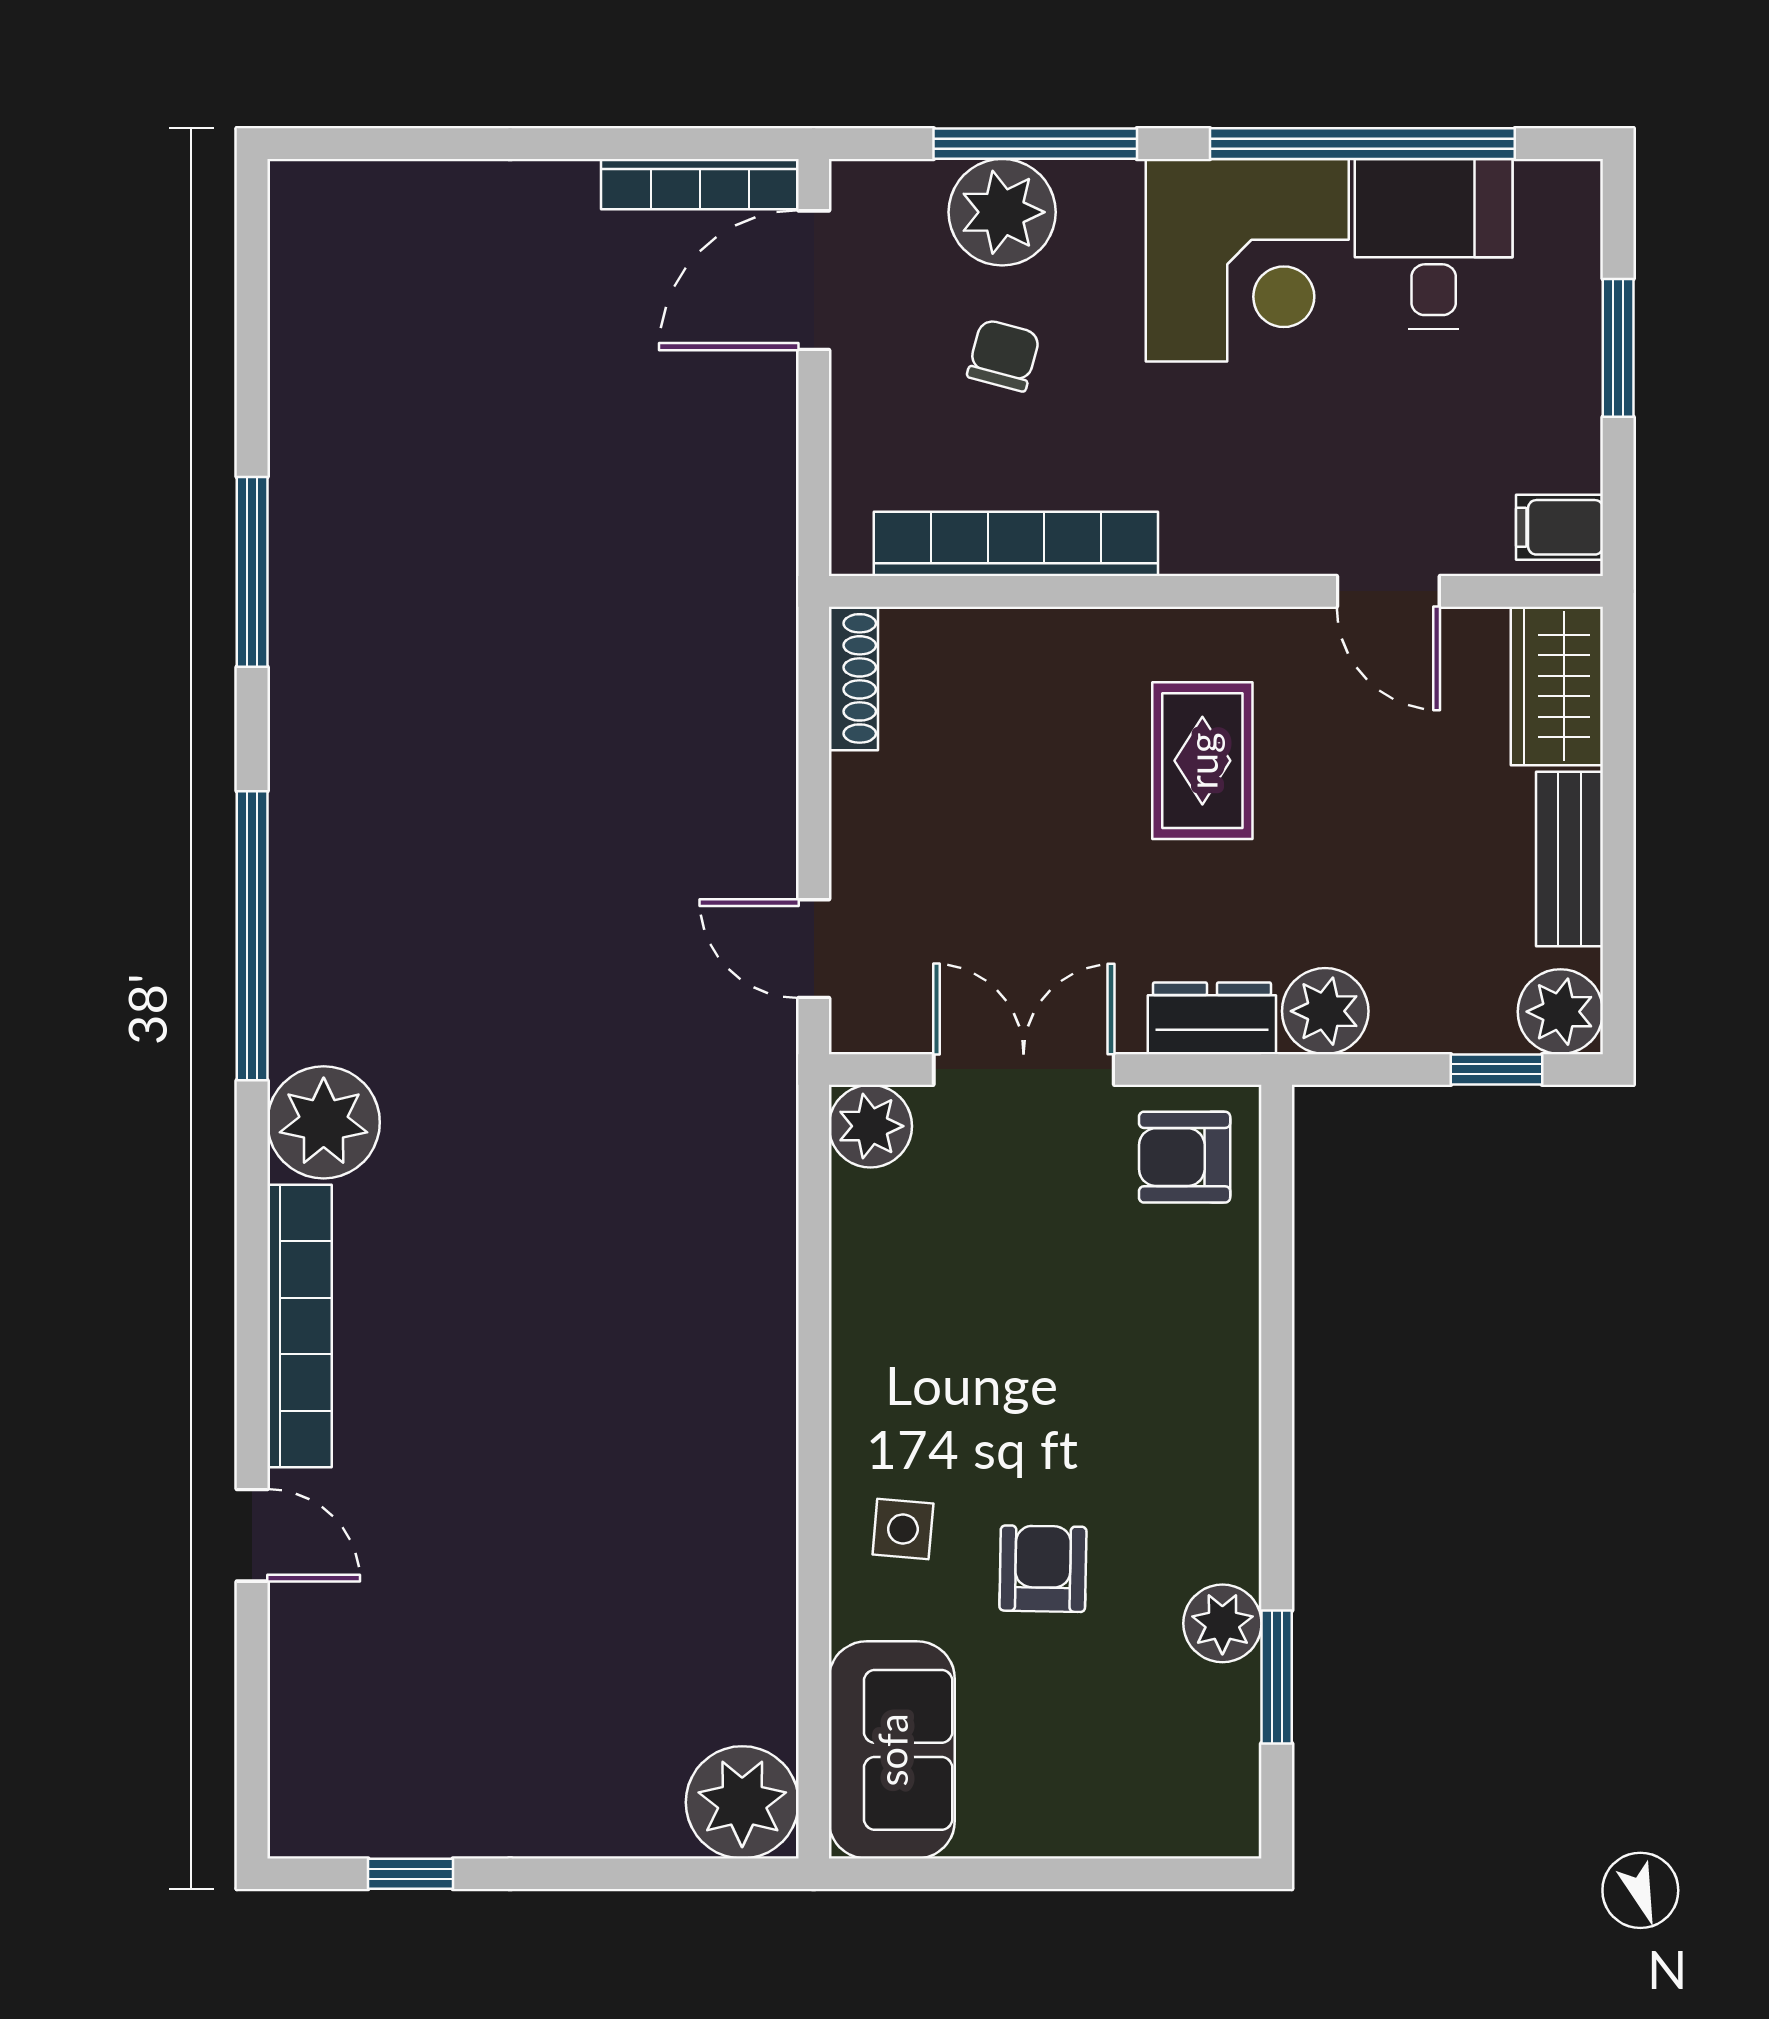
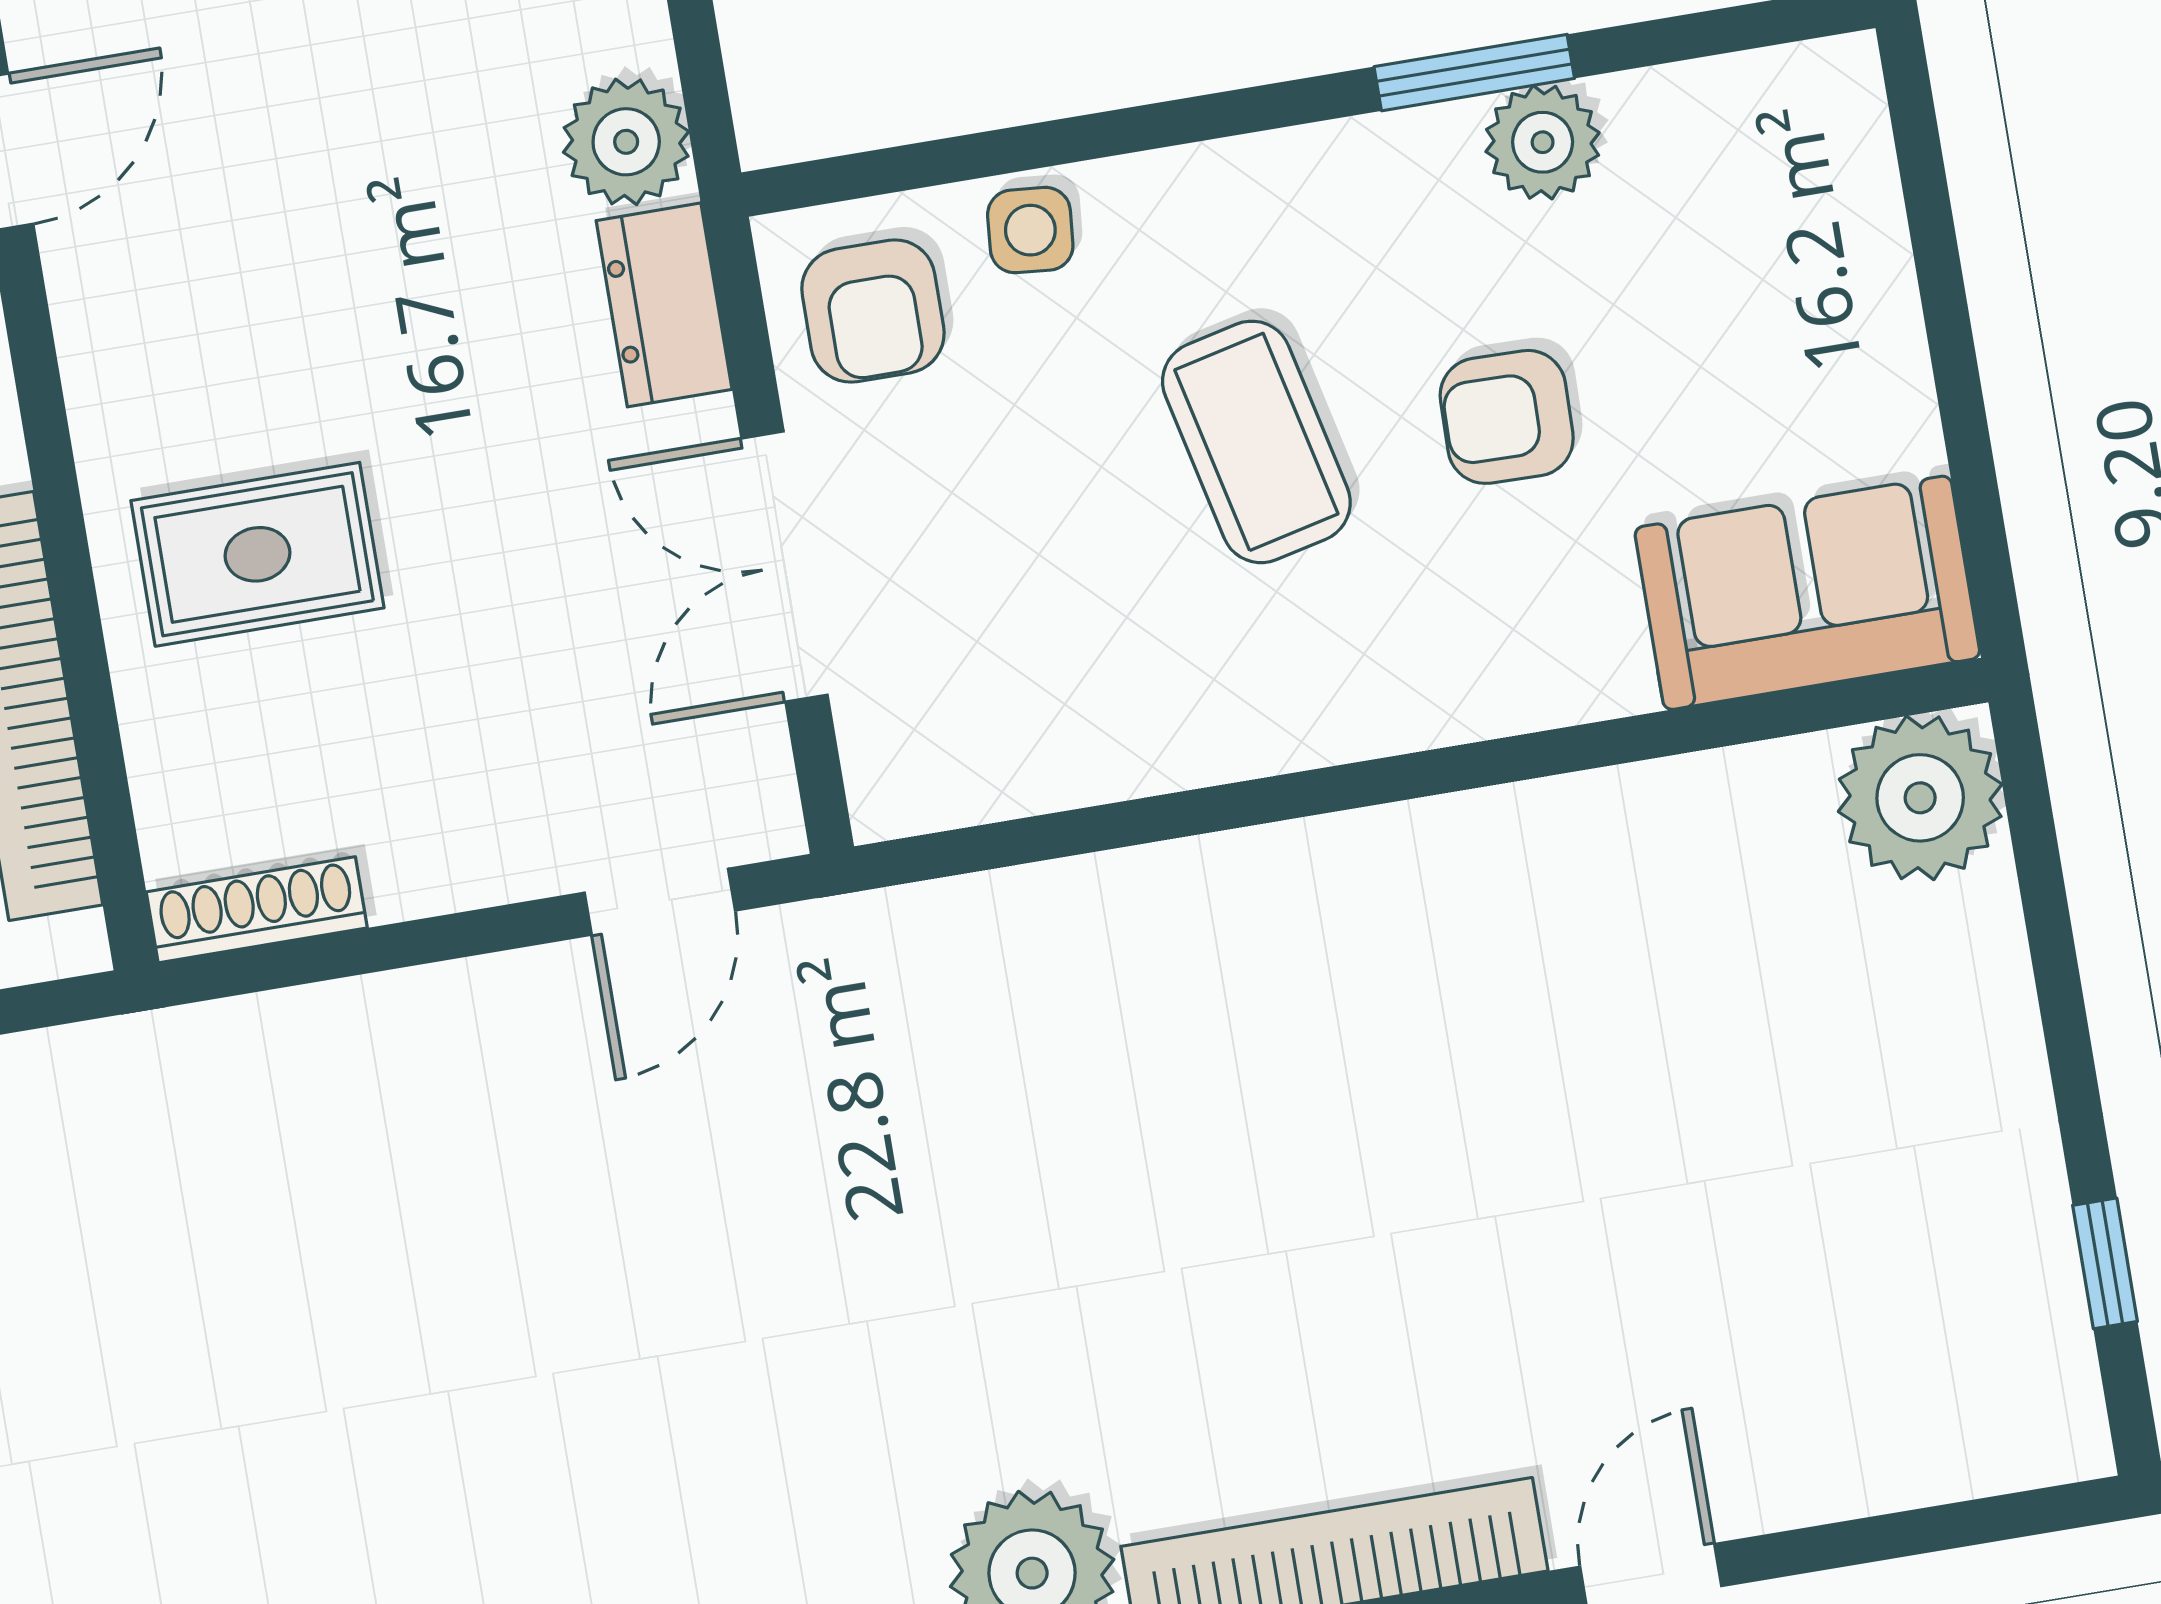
rug: (1202, 761) -> (257, 554), moved
plant: (870, 1126) -> (904, 776), removed
coffee table: (1054, 1399) -> (1256, 442), added
side table: (903, 1529) -> (1030, 230), moved
window: (1277, 1677) -> (1474, 73), moved

